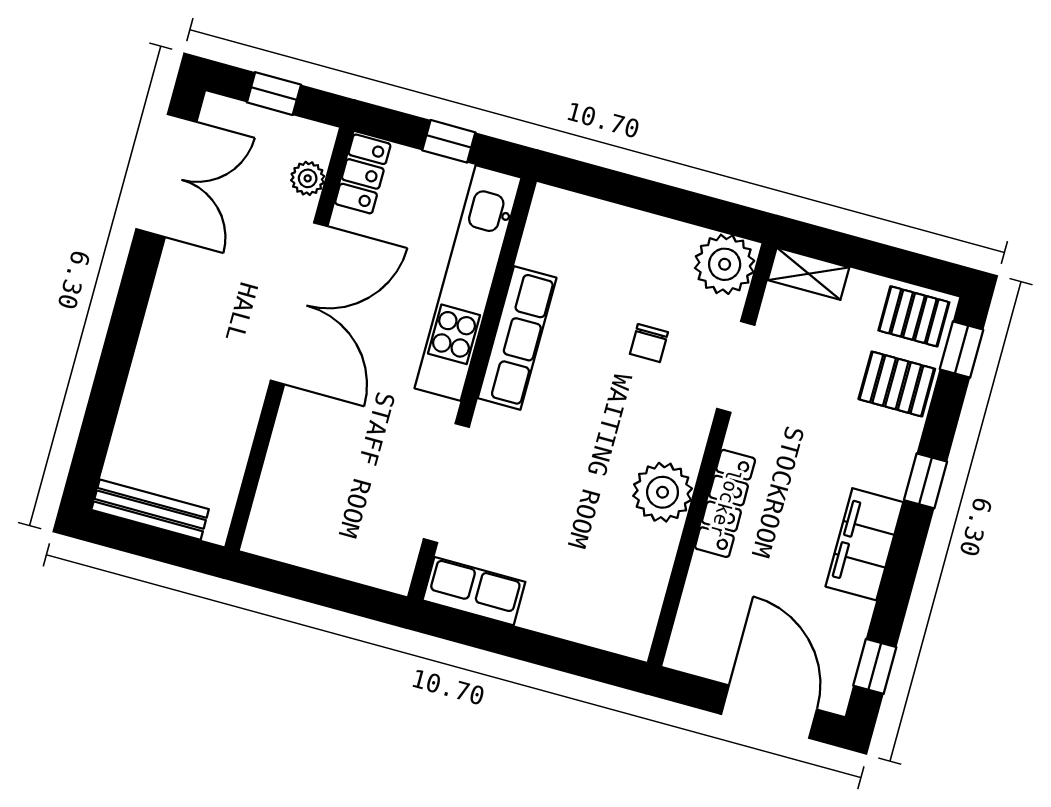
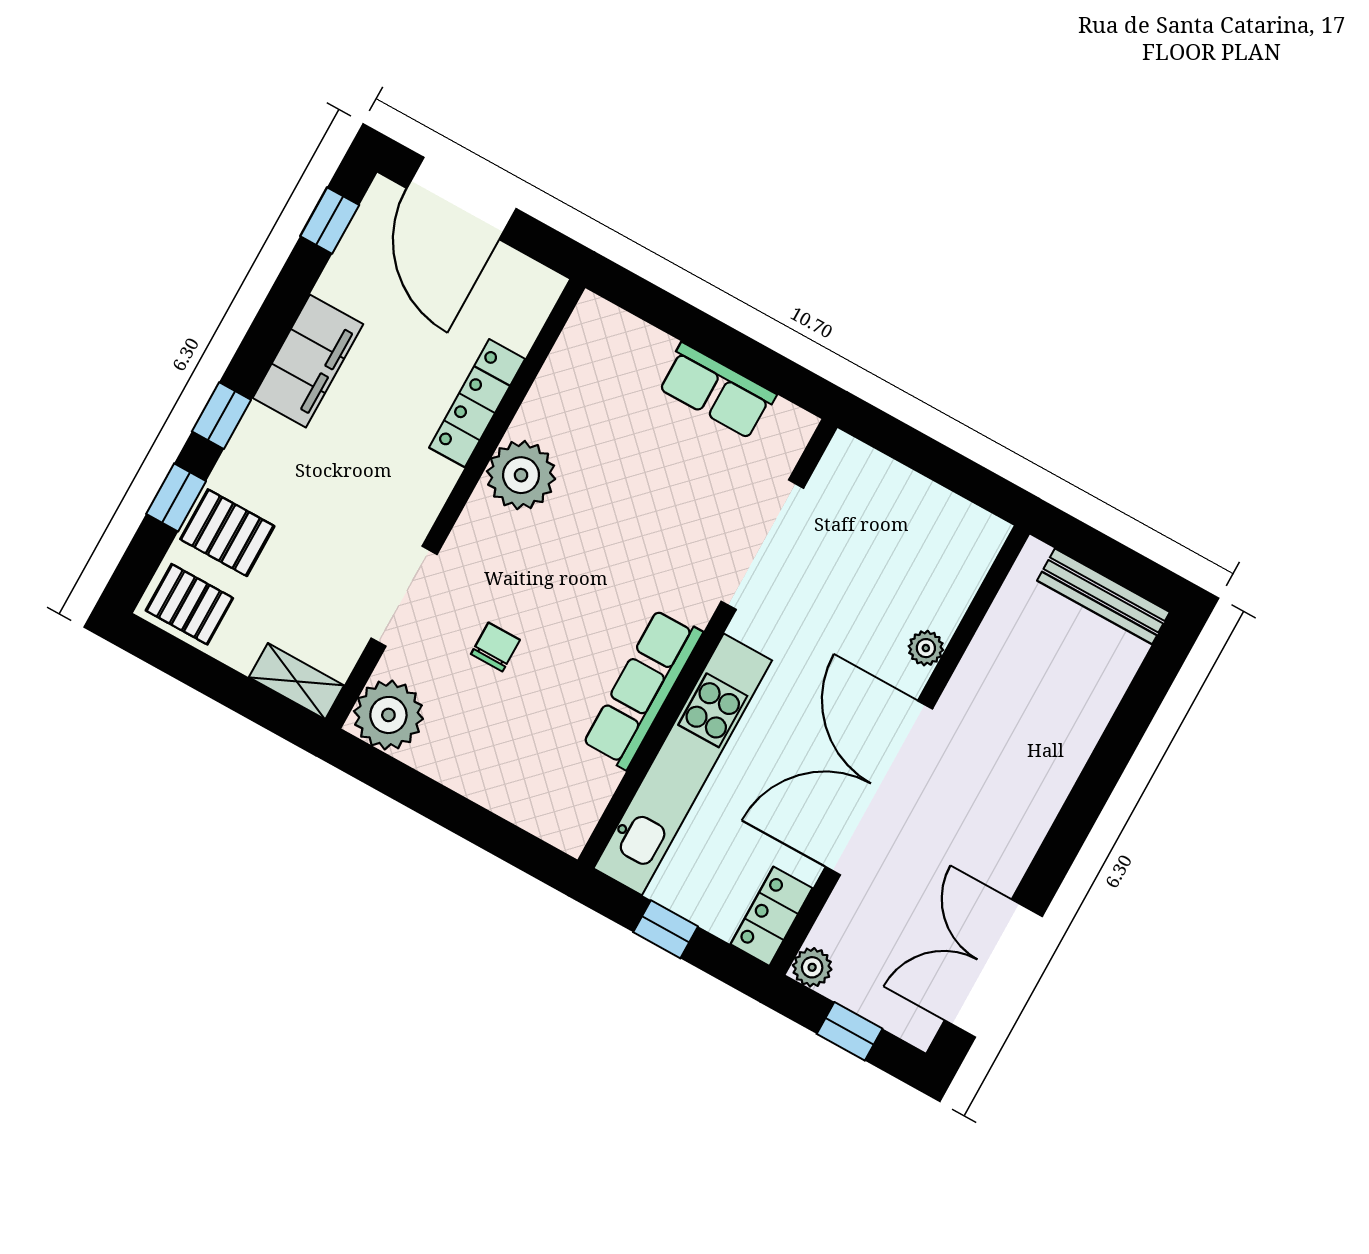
plant: (308, 178) -> (812, 967), moved
window: (961, 350) -> (176, 497), moved
plant: (288, 430) -> (926, 648), added
locker: (725, 503) -> (477, 403), moved
row of seats: (474, 591) -> (717, 391), moved

